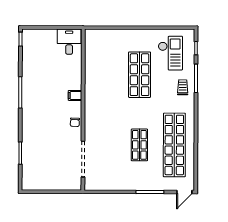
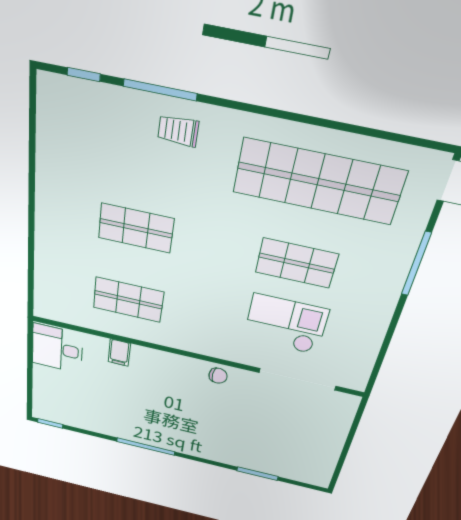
checkout: (170, 53) -> (286, 324), moved
shop shelf: (105, 75) -> (128, 300), added
shop shelf: (140, 75) -> (136, 228), width x0.70, depth x0.74
filing cabinet: (75, 95) -> (119, 353), moved

